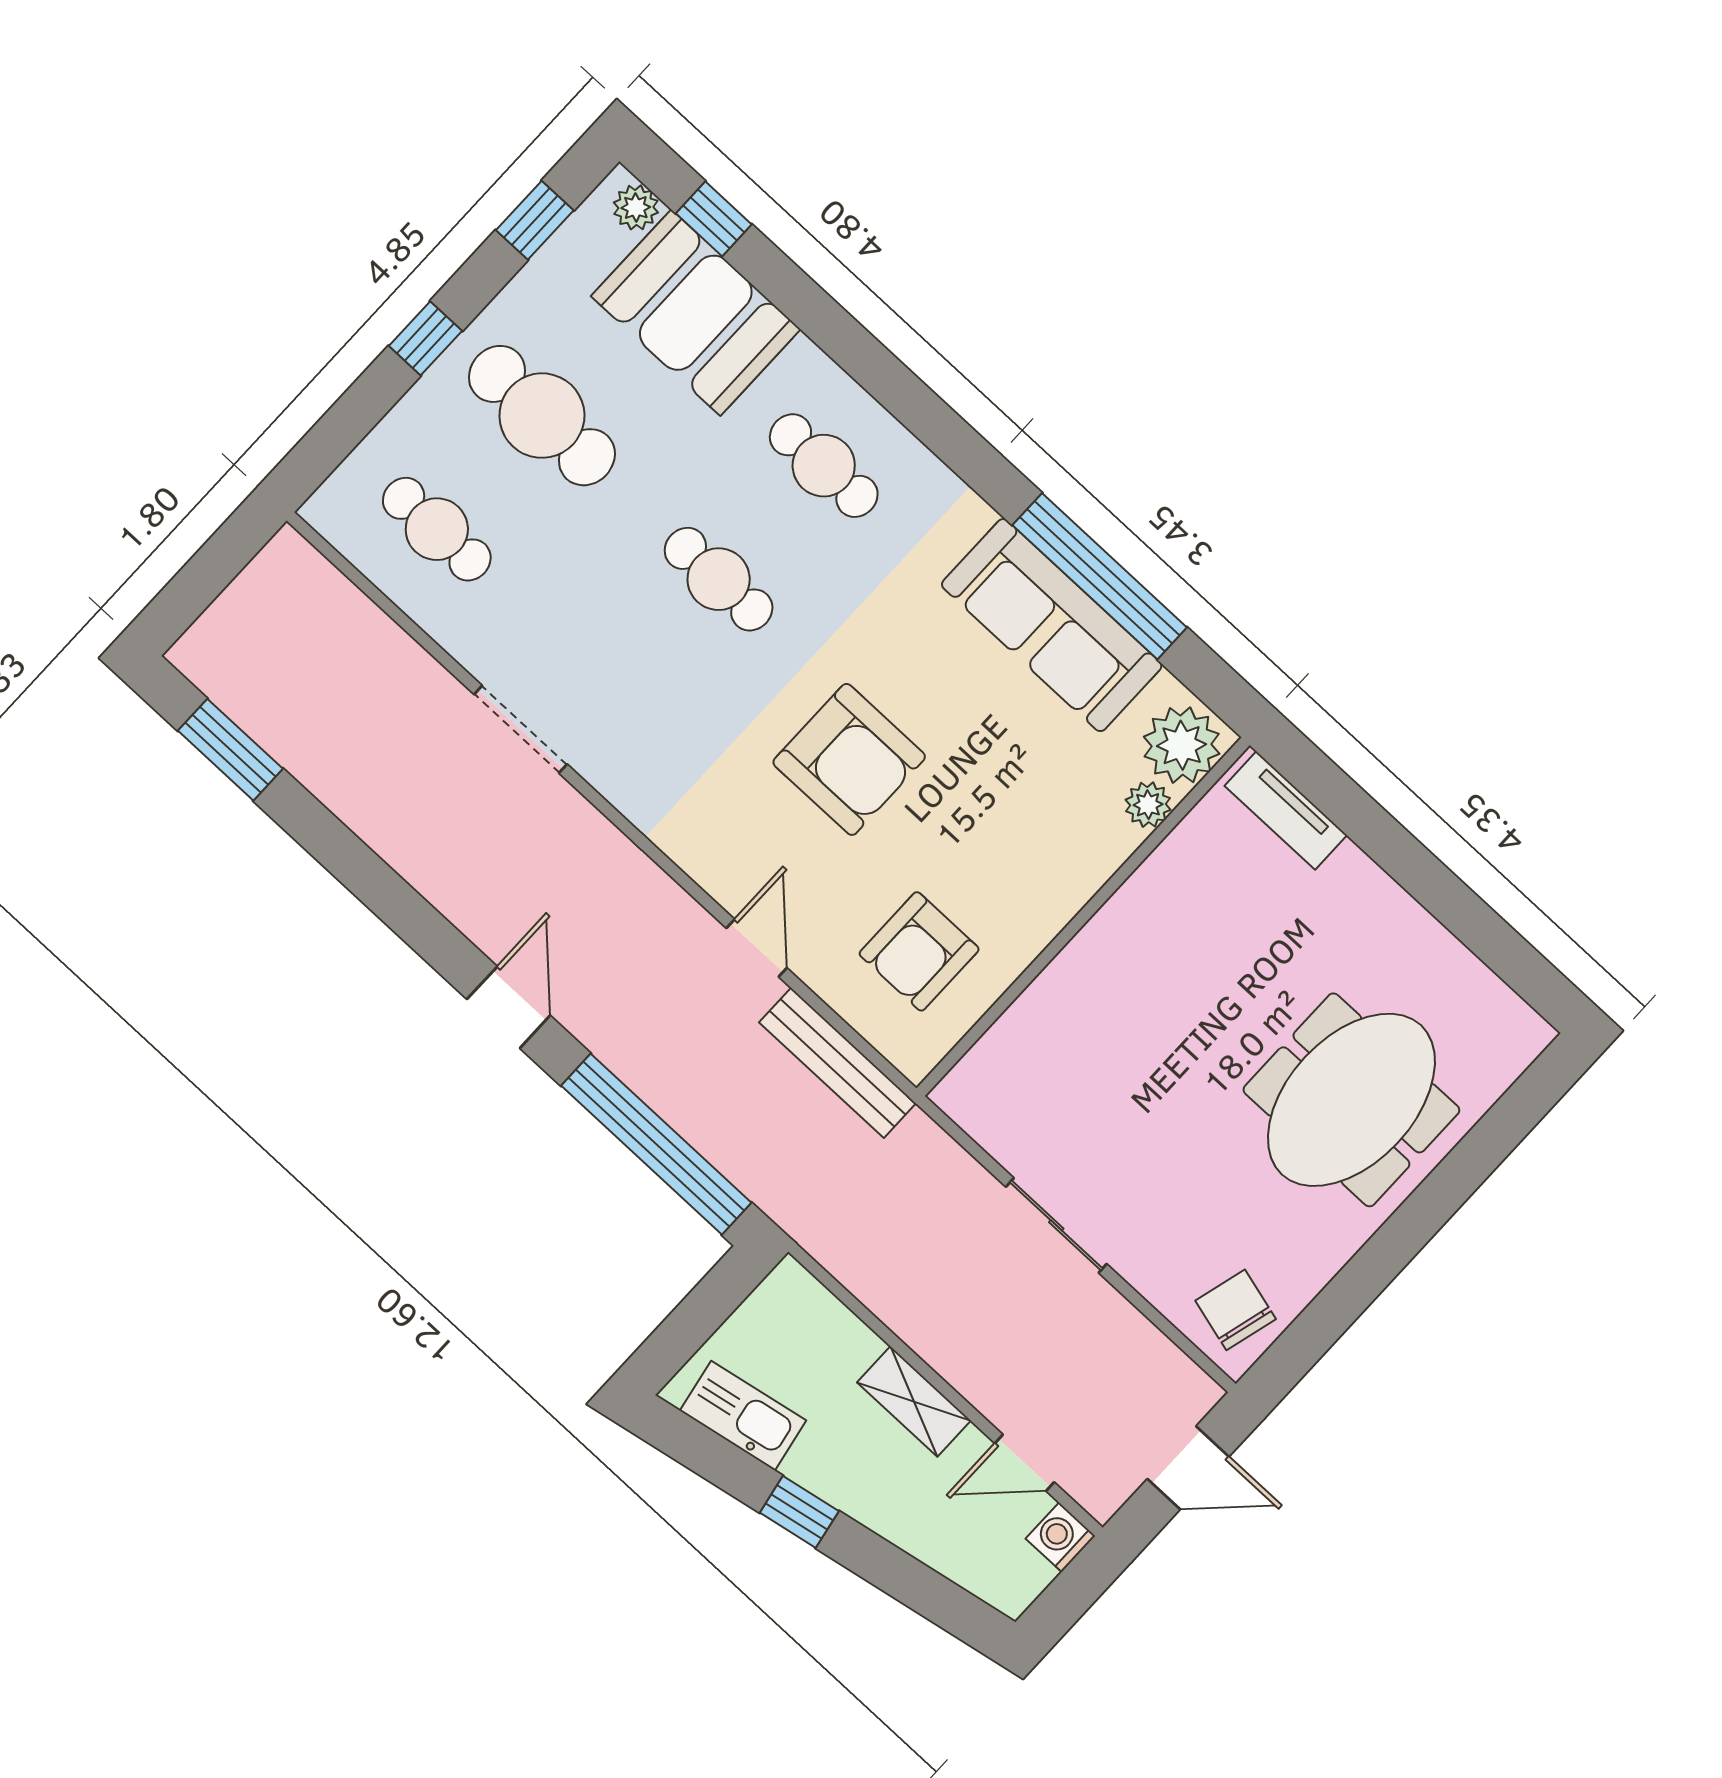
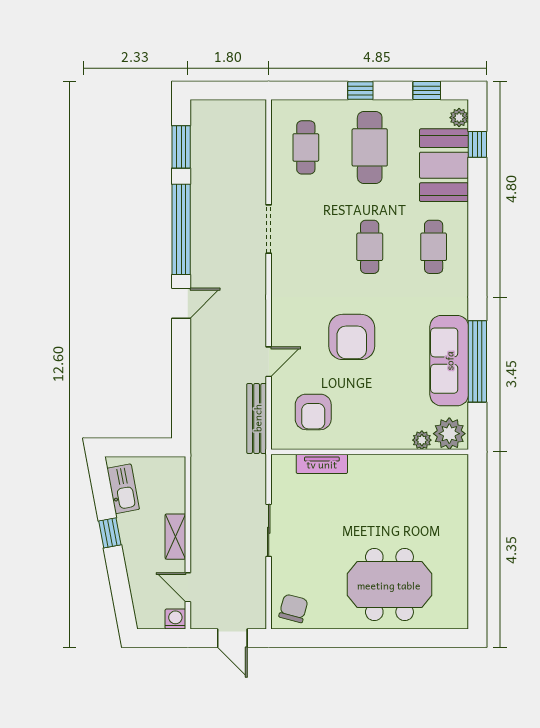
tv unit: (1286, 810) -> (322, 464), moved, turned -90
armchair: (919, 951) -> (313, 412), turned -90
window: (656, 1144) -> (181, 229), moved

